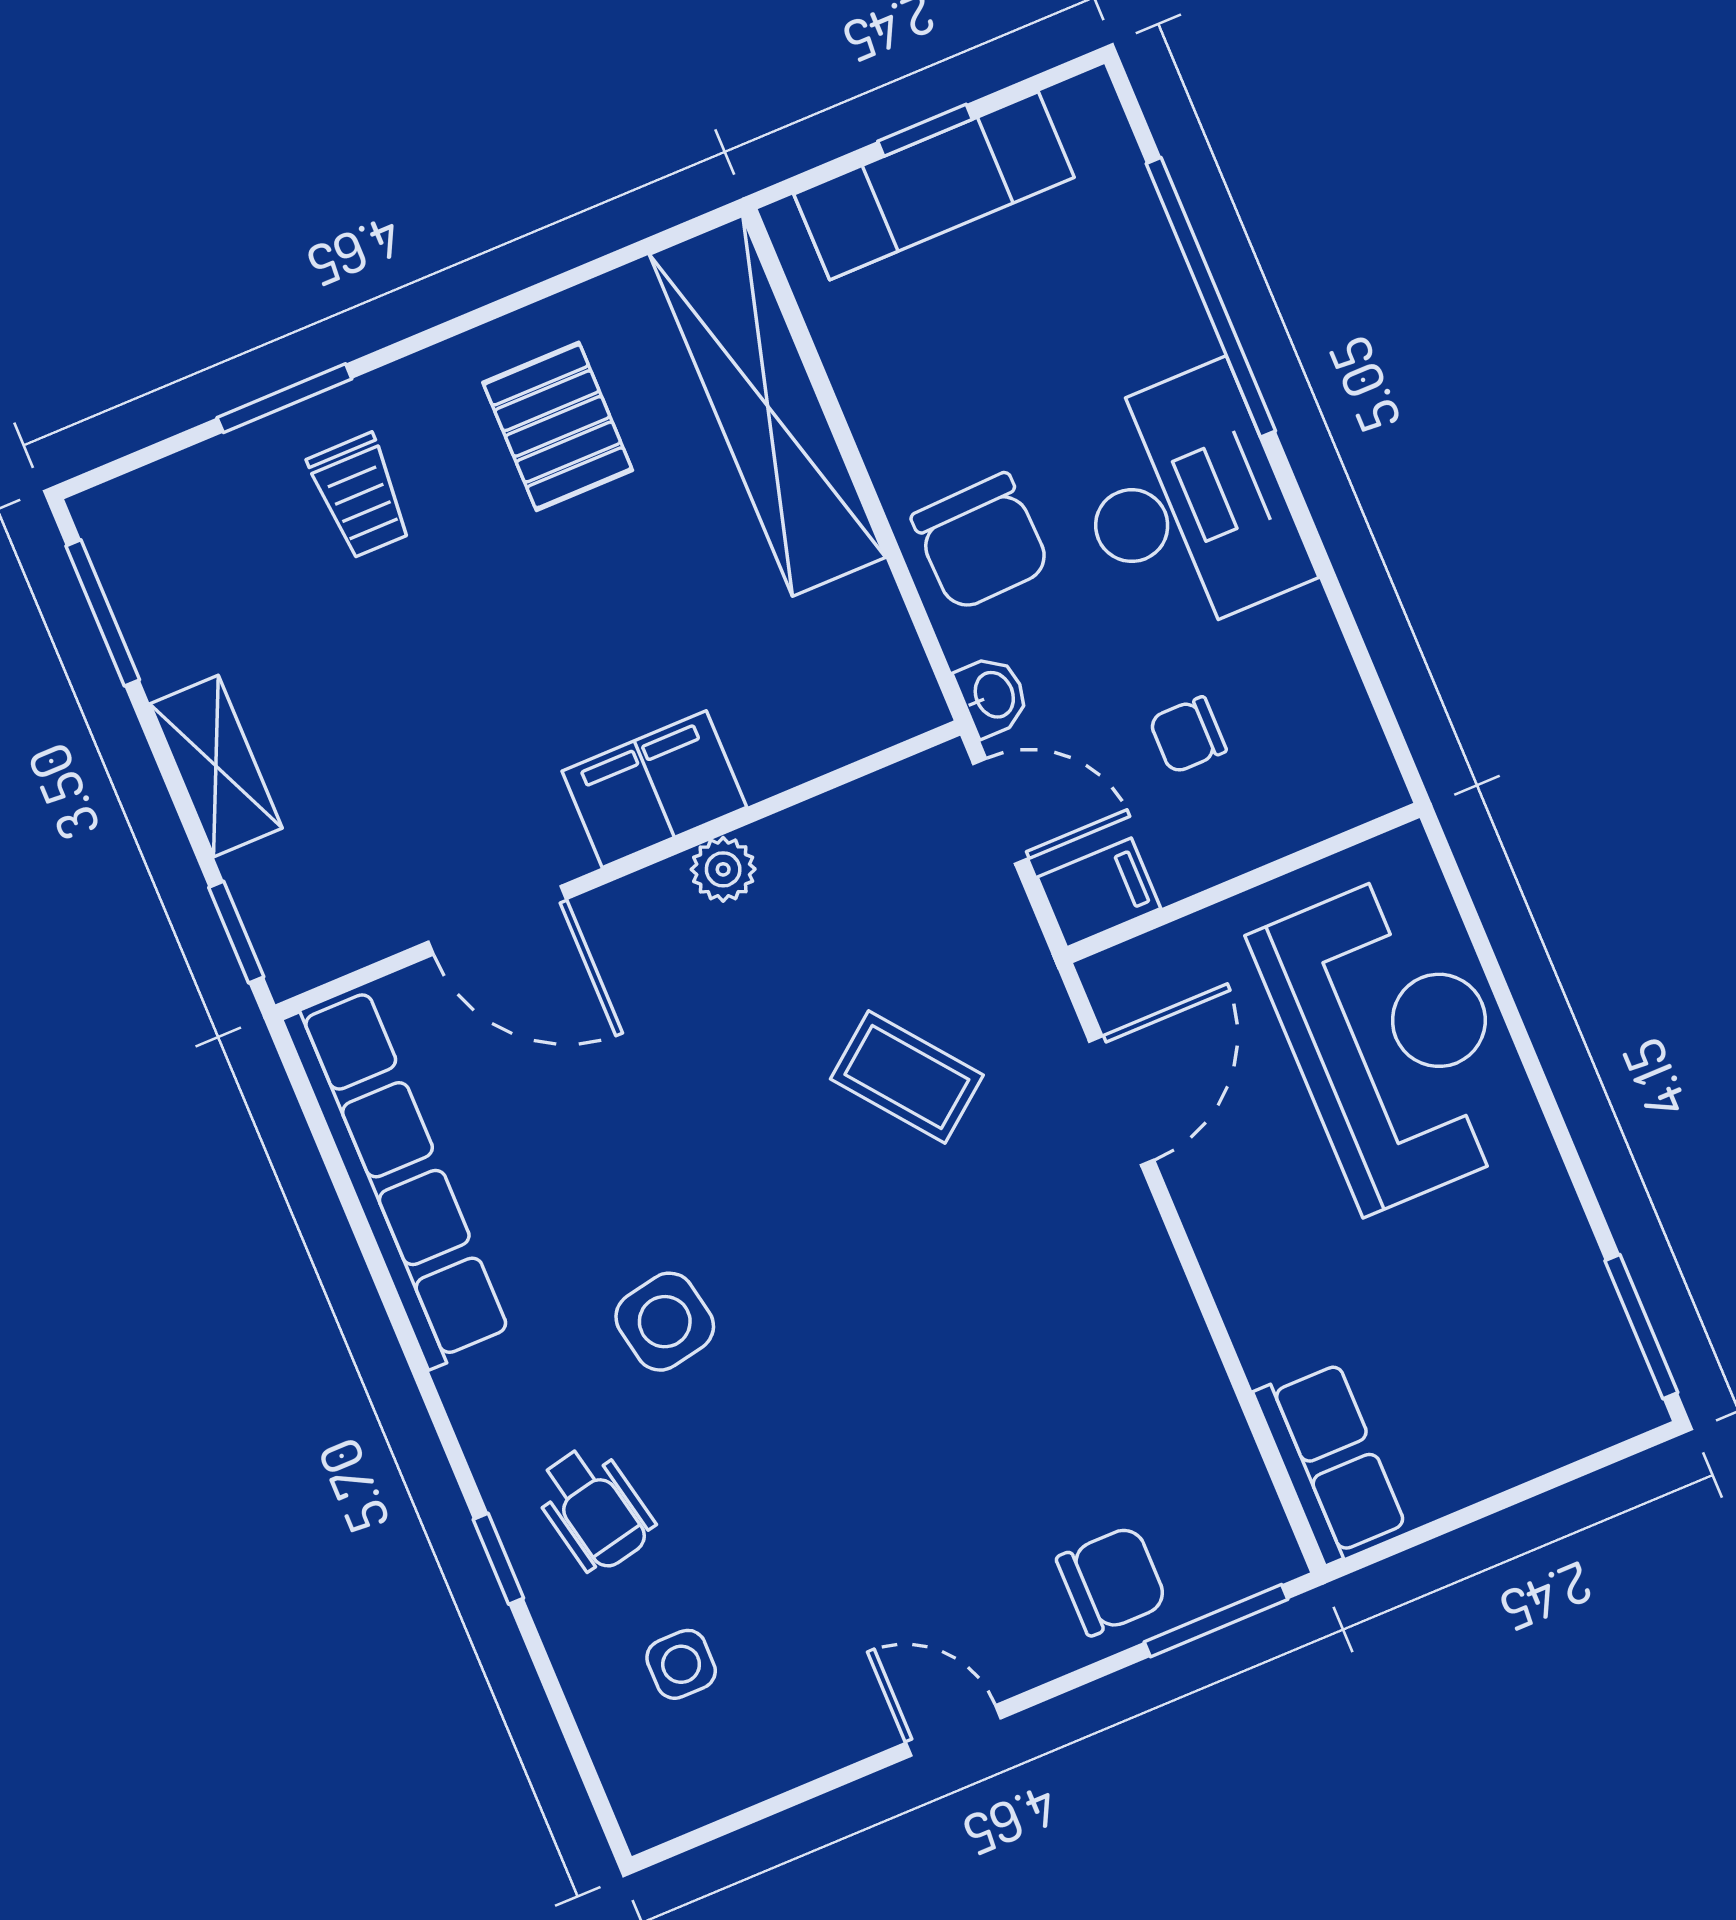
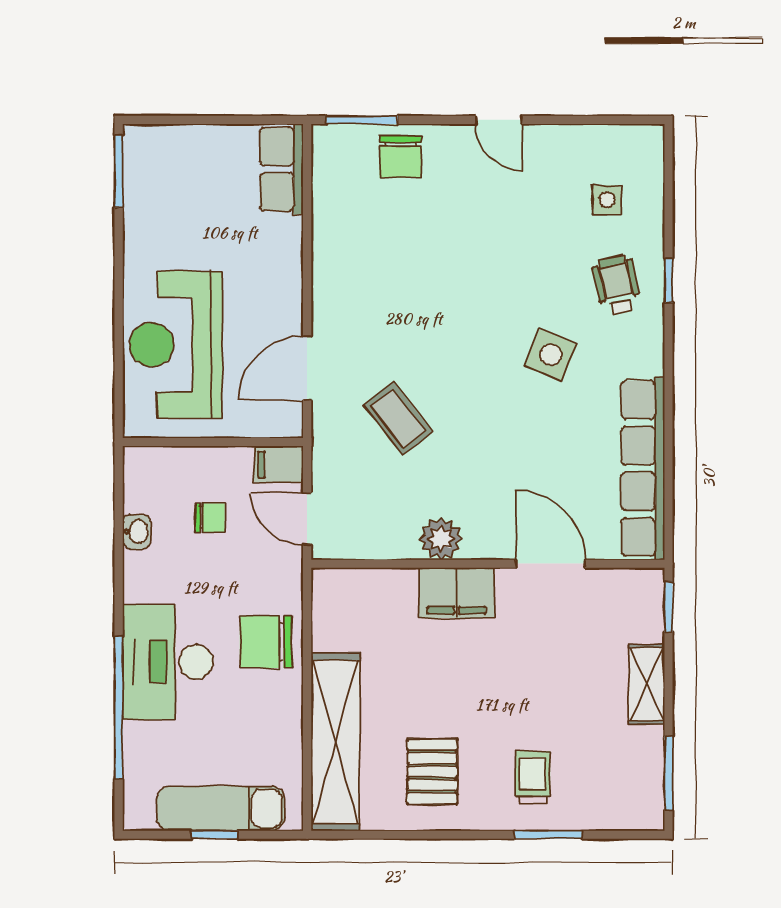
desk: (1186, 503) -> (168, 662), moved
chair: (981, 542) -> (266, 642), turned -88
washbasin: (993, 695) -> (137, 532), moved, turned 180
plant: (723, 869) -> (441, 539), width x1.38, depth x1.38
side table: (665, 1322) -> (551, 355), turned 34
chair: (1112, 1581) -> (401, 157), turned -90

